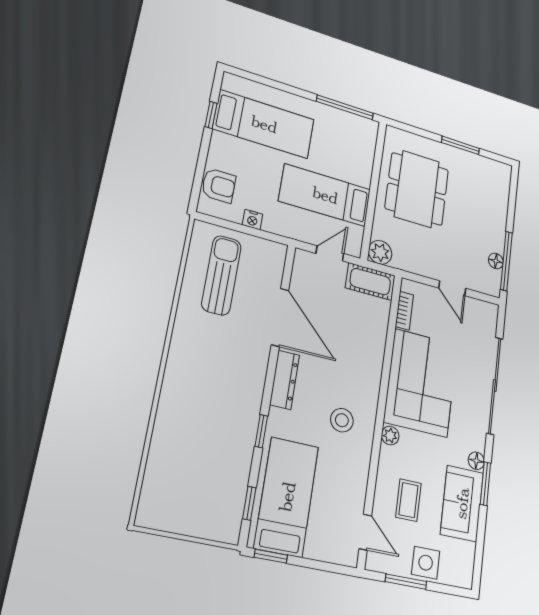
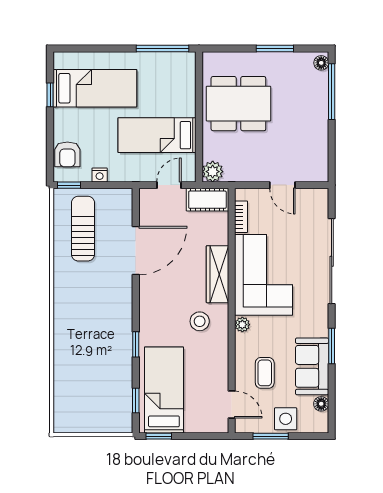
armchair: (219, 186) -> (67, 154), turned 90
dining table: (417, 189) -> (238, 104), turned 90
window: (214, 221) -> (69, 185), added
floor lamp: (496, 261) -> (321, 63), moved
window: (506, 261) -> (332, 92), moved
door: (280, 317) -> (136, 250), hinge flipped
wardrobe: (370, 369) -> (217, 274), added
dresser: (285, 380) -> (148, 300), removed
floor lamp: (476, 461) -> (321, 404), moved

